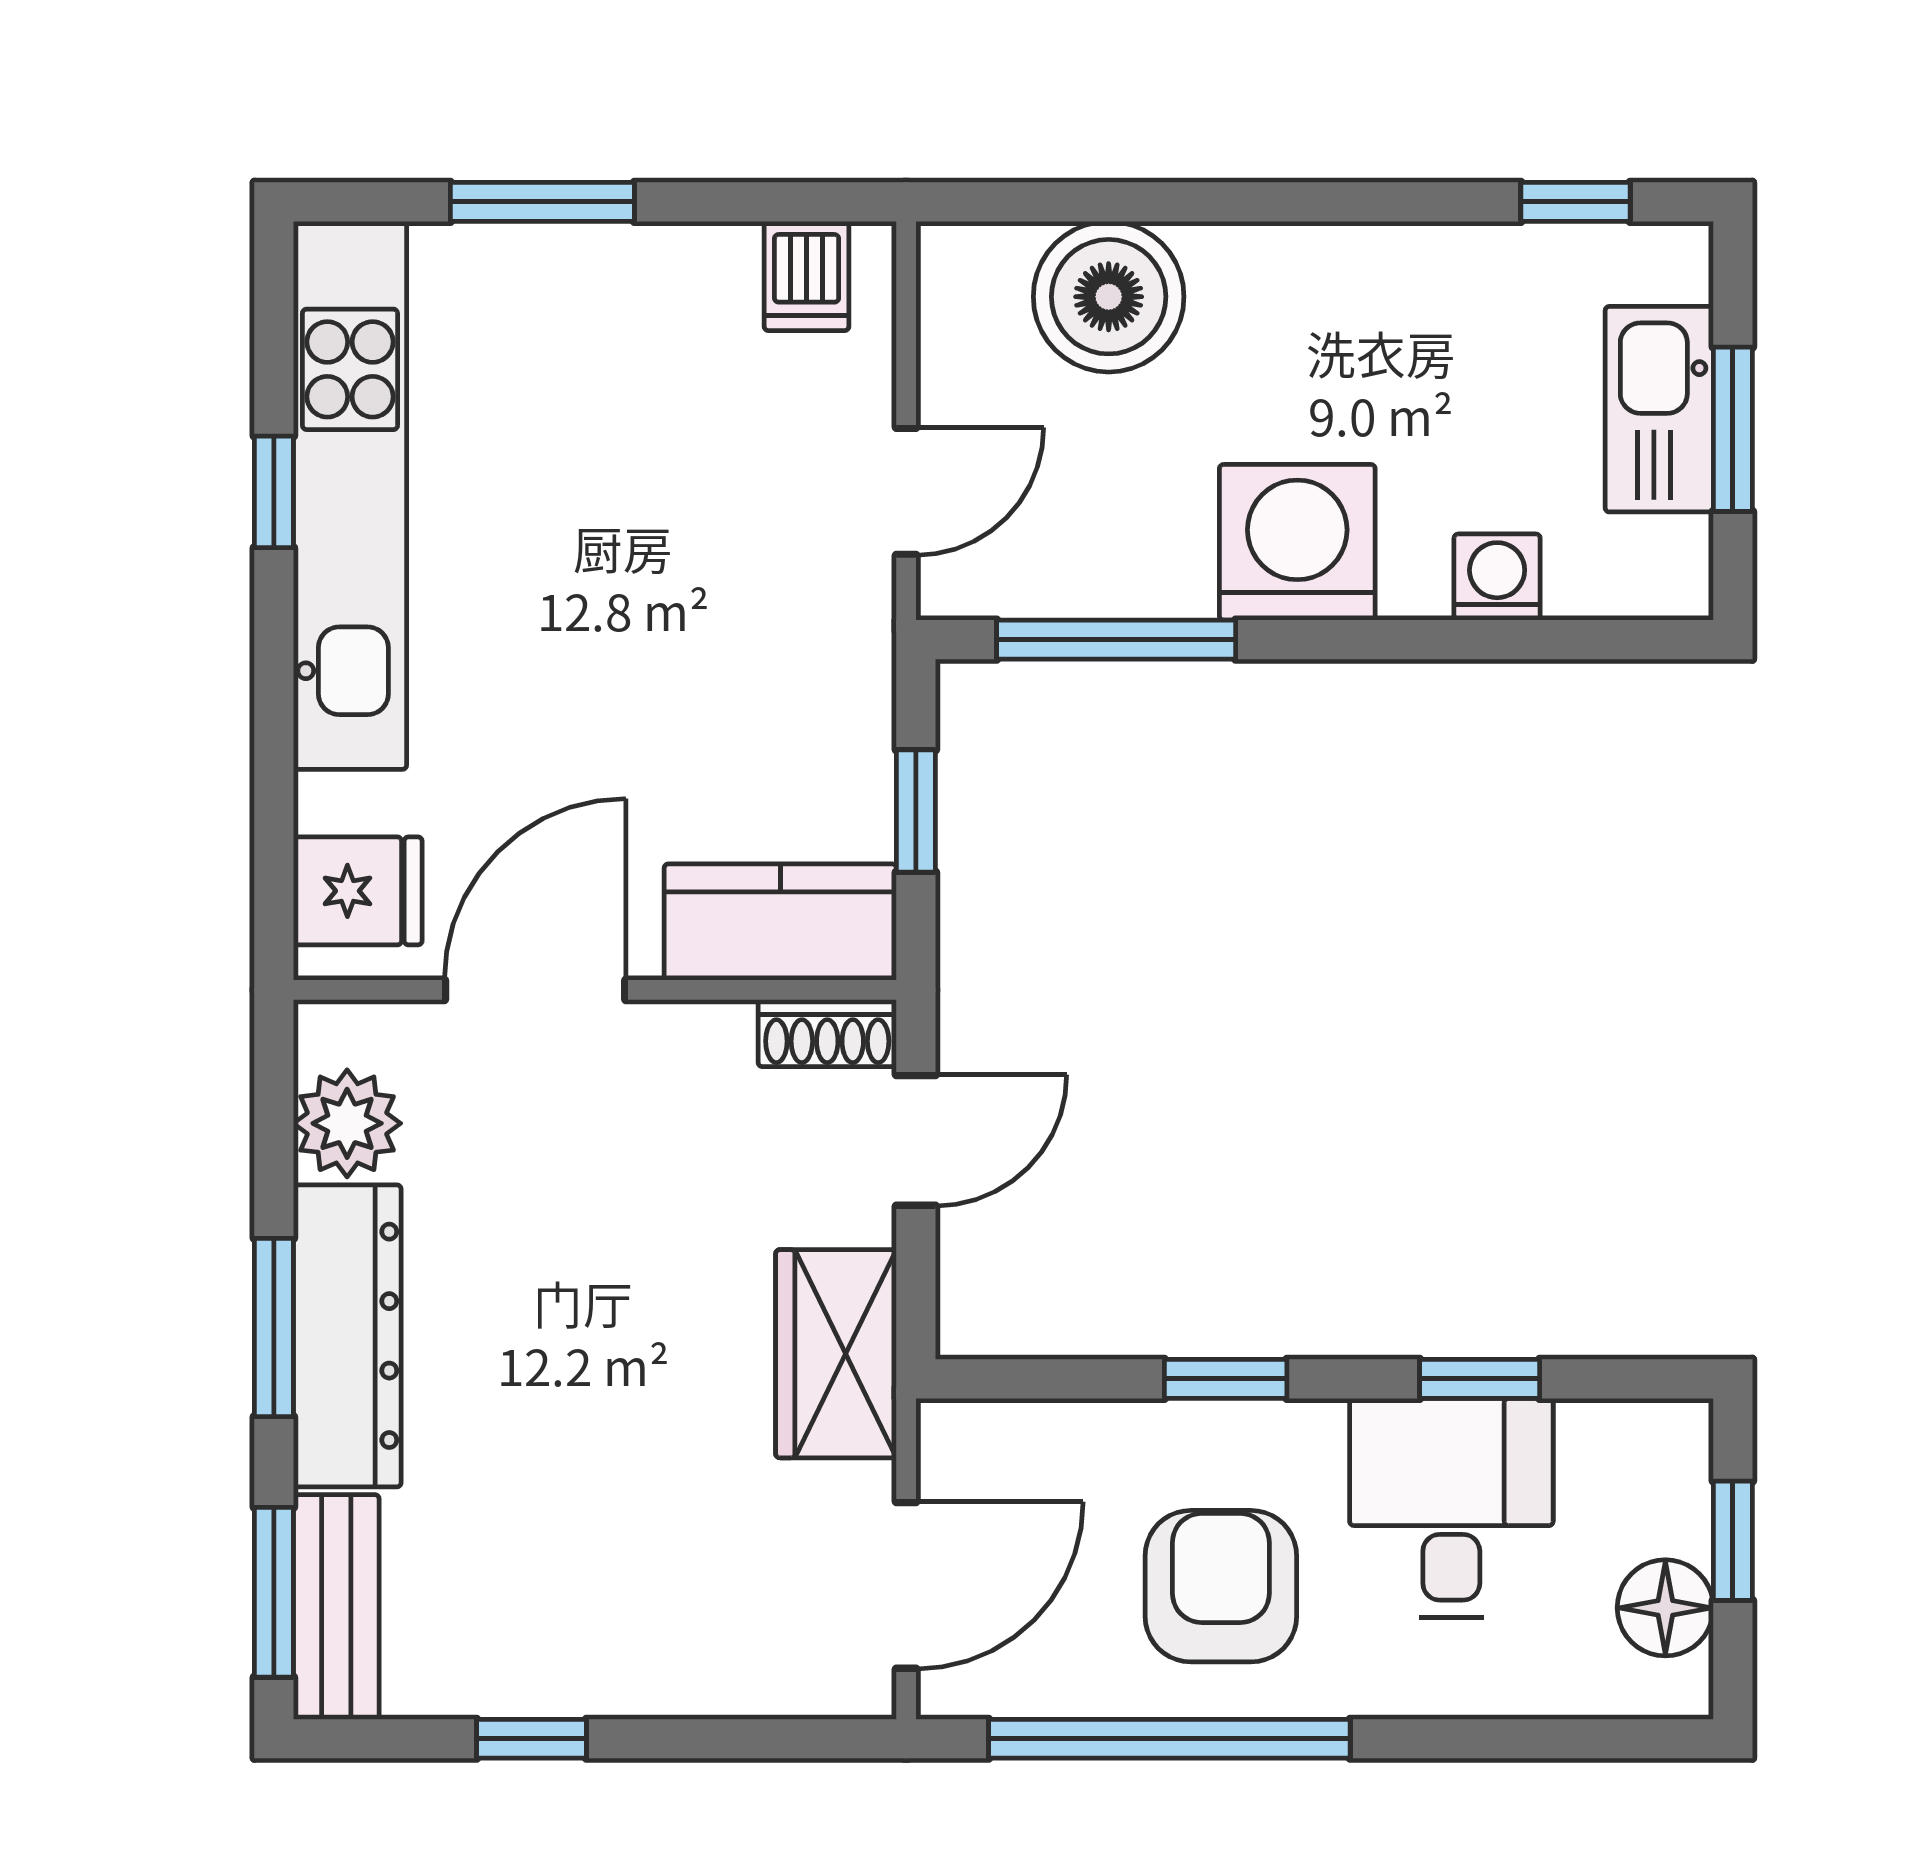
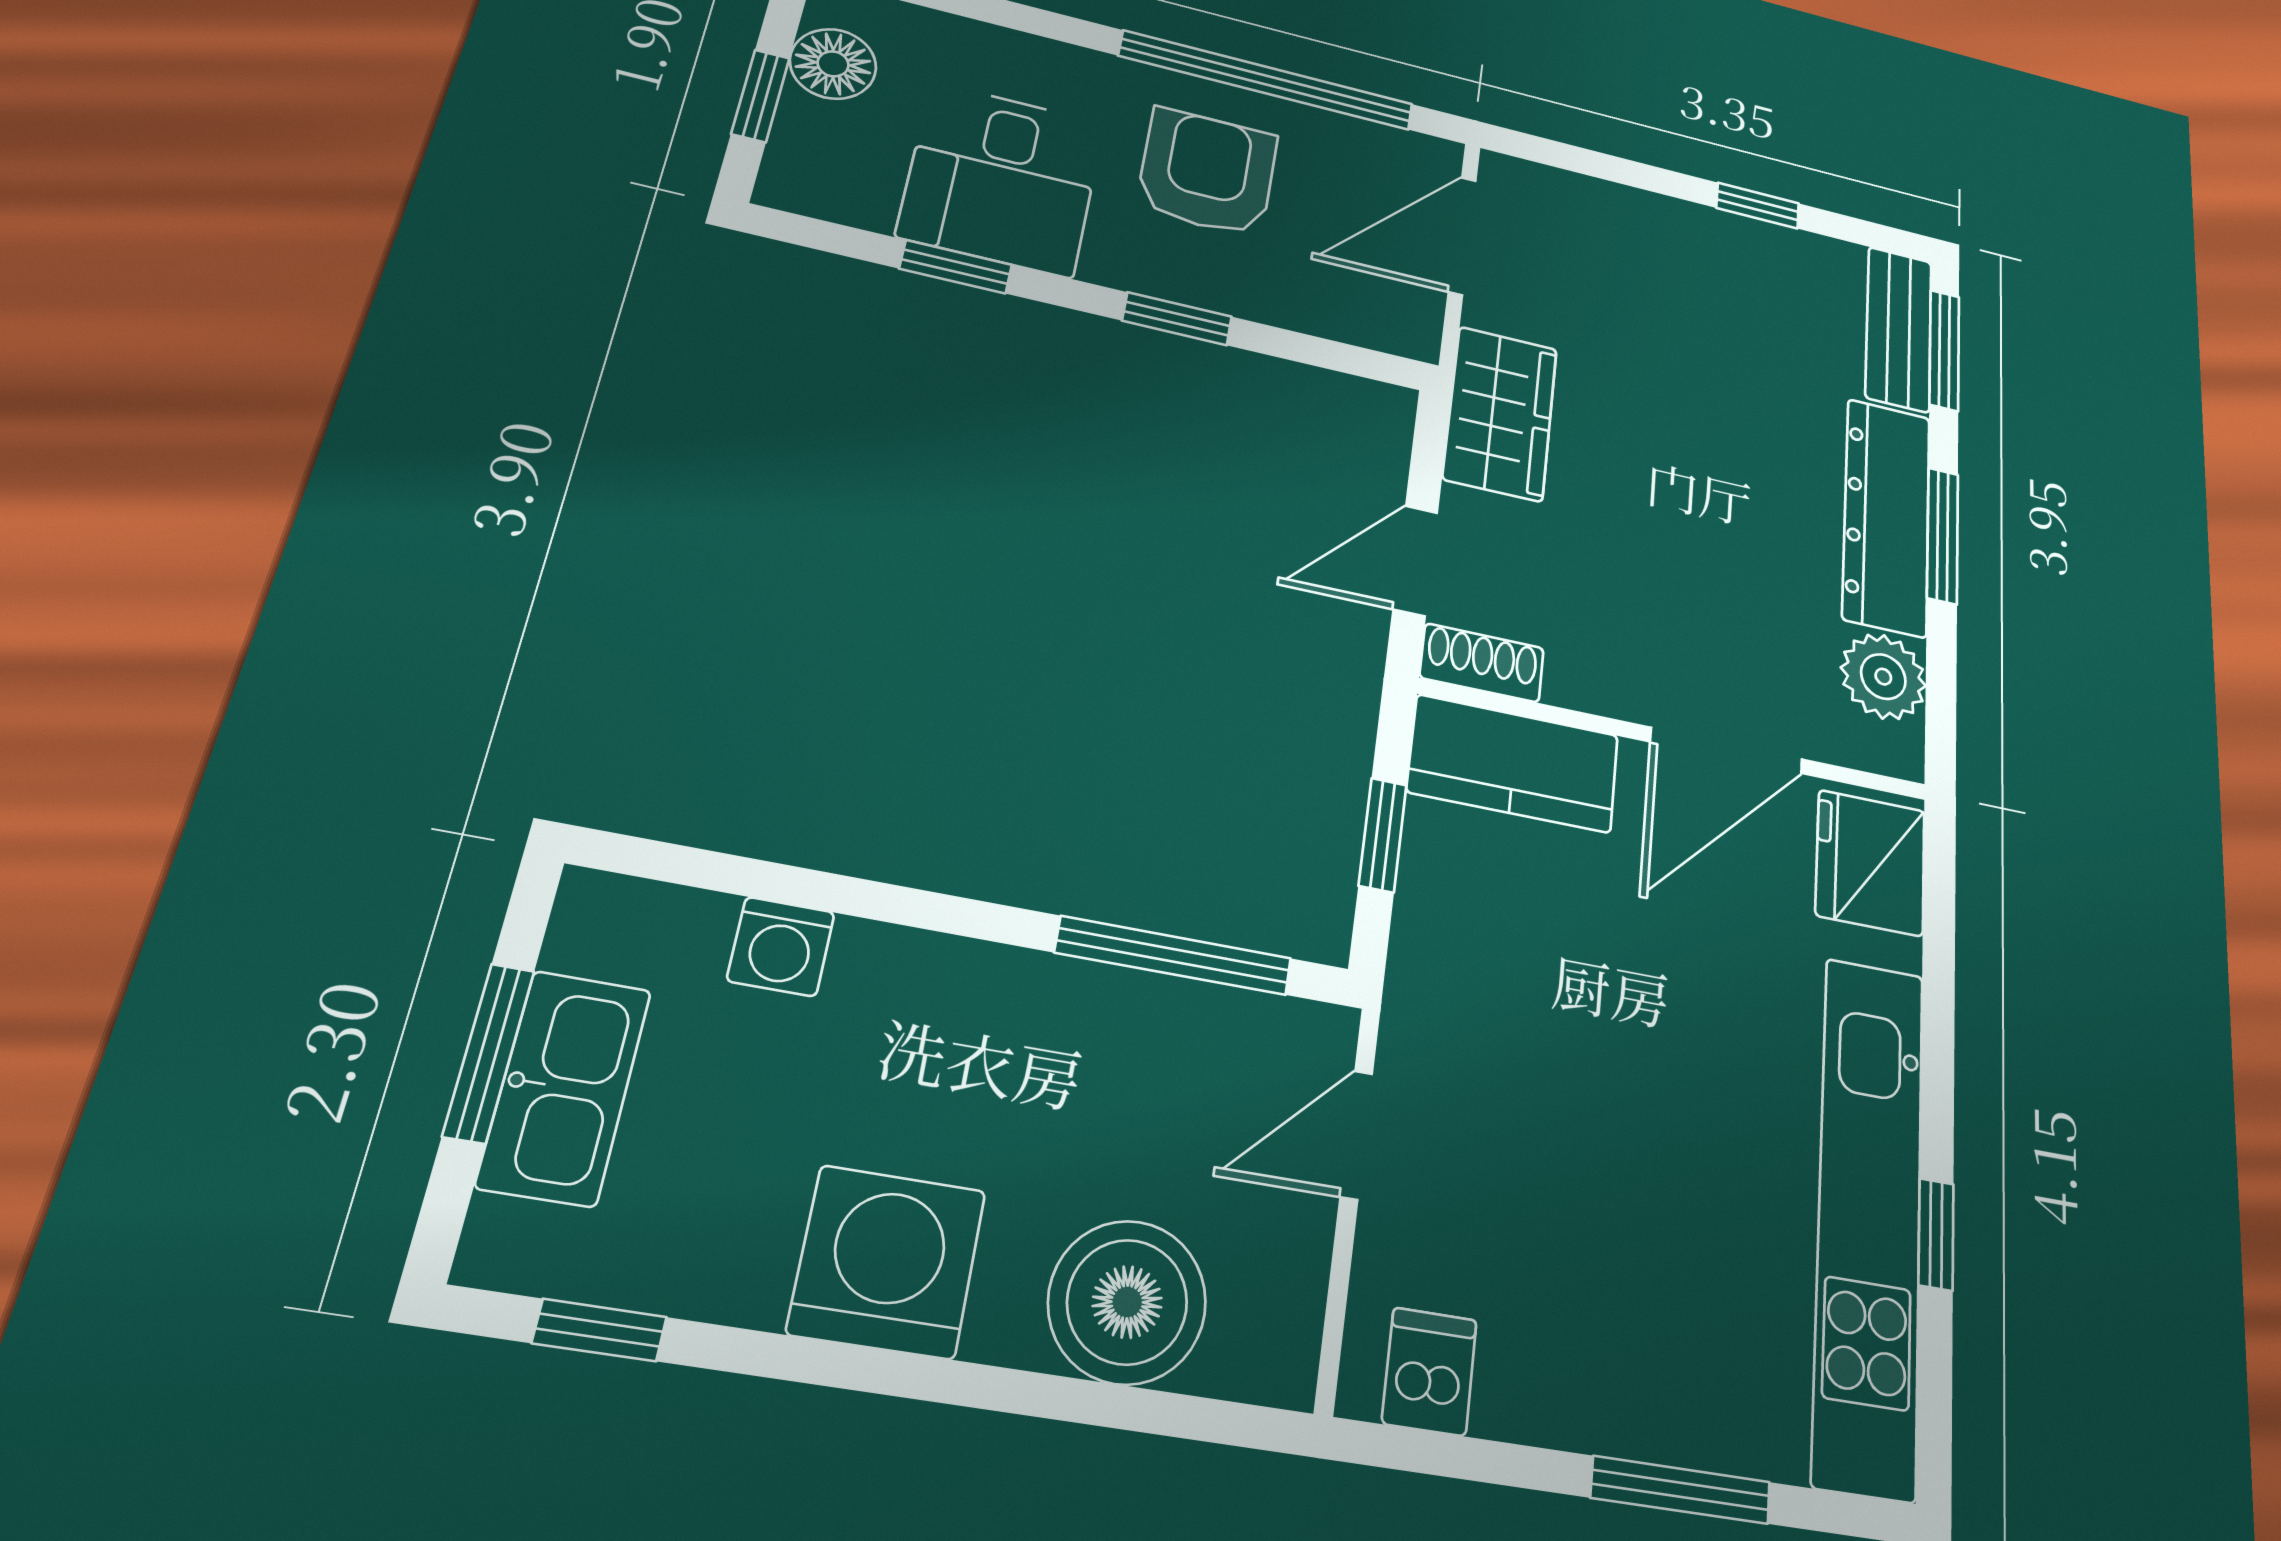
washing machine: (1297, 542) -> (887, 1262), moved, turned 180
fridge: (358, 891) -> (1871, 863), width x1.38
armchair: (1221, 1586) -> (1207, 172), turned 180

